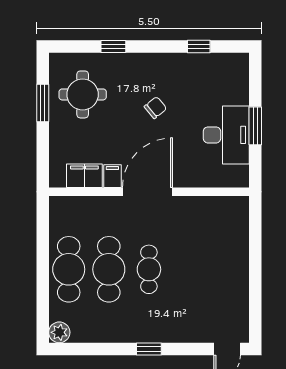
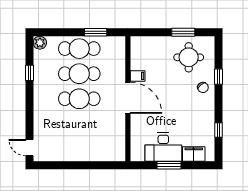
chair: (155, 108) -> (203, 87), moved
filing cabinet: (84, 176) -> (194, 154), moved, turned -90
window: (43, 243) -> (96, 32), added
cafe table: (149, 269) -> (79, 99), width x1.37, depth x1.35
window: (149, 349) -> (29, 73), moved

